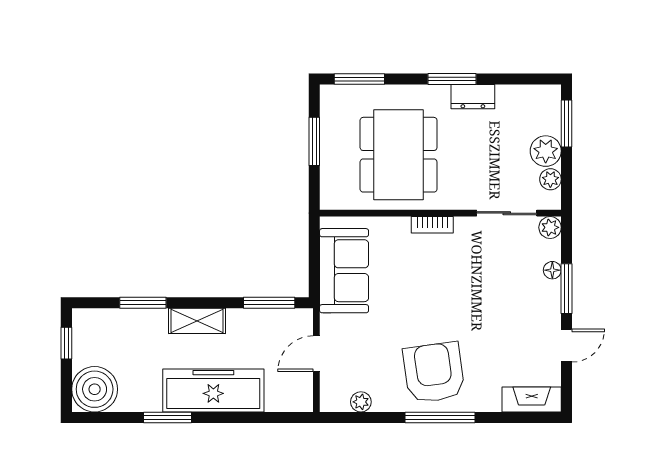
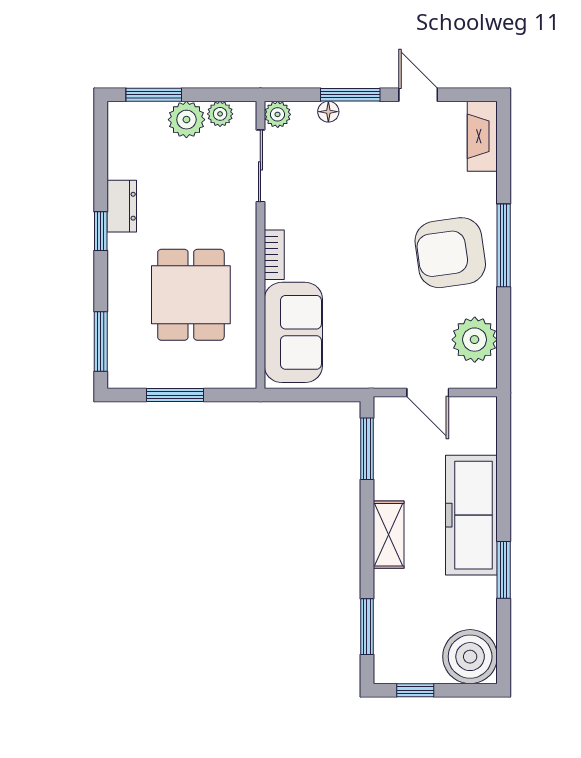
window: (452, 79) -> (101, 231), width x0.67
dining table: (399, 155) -> (191, 295), width x0.73
sofa: (344, 271) -> (293, 332), moved, turned 90
window: (143, 303) -> (367, 627), moved
plant: (361, 402) -> (475, 340), width x1.88, depth x1.88

